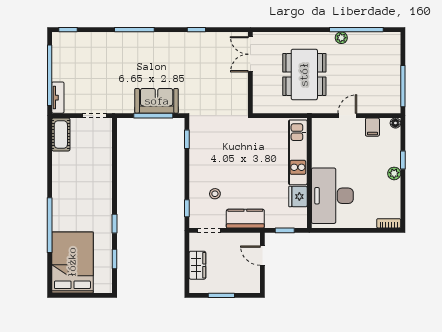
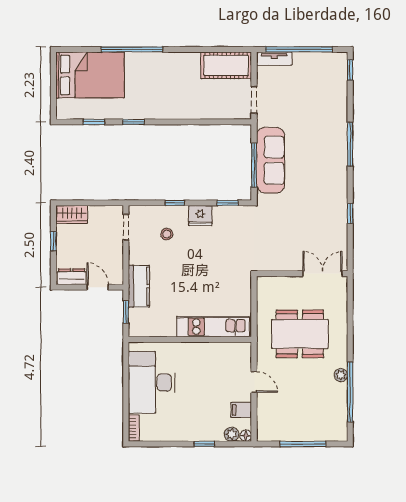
window: (403, 86) -> (303, 444), moved
sofa: (157, 101) -> (271, 160), width x1.36
cot: (61, 135) -> (226, 65), width x1.37, depth x1.34
plant: (394, 173) -> (231, 434), moved
desk: (332, 196) -> (152, 382), moved, turned -90
fridge: (298, 197) -> (200, 215), moved, turned 180
window: (187, 208) -> (175, 203), moved
kitchen counter: (245, 219) -> (139, 286), moved
door: (262, 256) -> (98, 287), hinge flipped
wardrobe: (197, 265) -> (72, 214), moved
dresser: (253, 279) -> (72, 277), added
window: (221, 295) -> (53, 241), width x0.67

